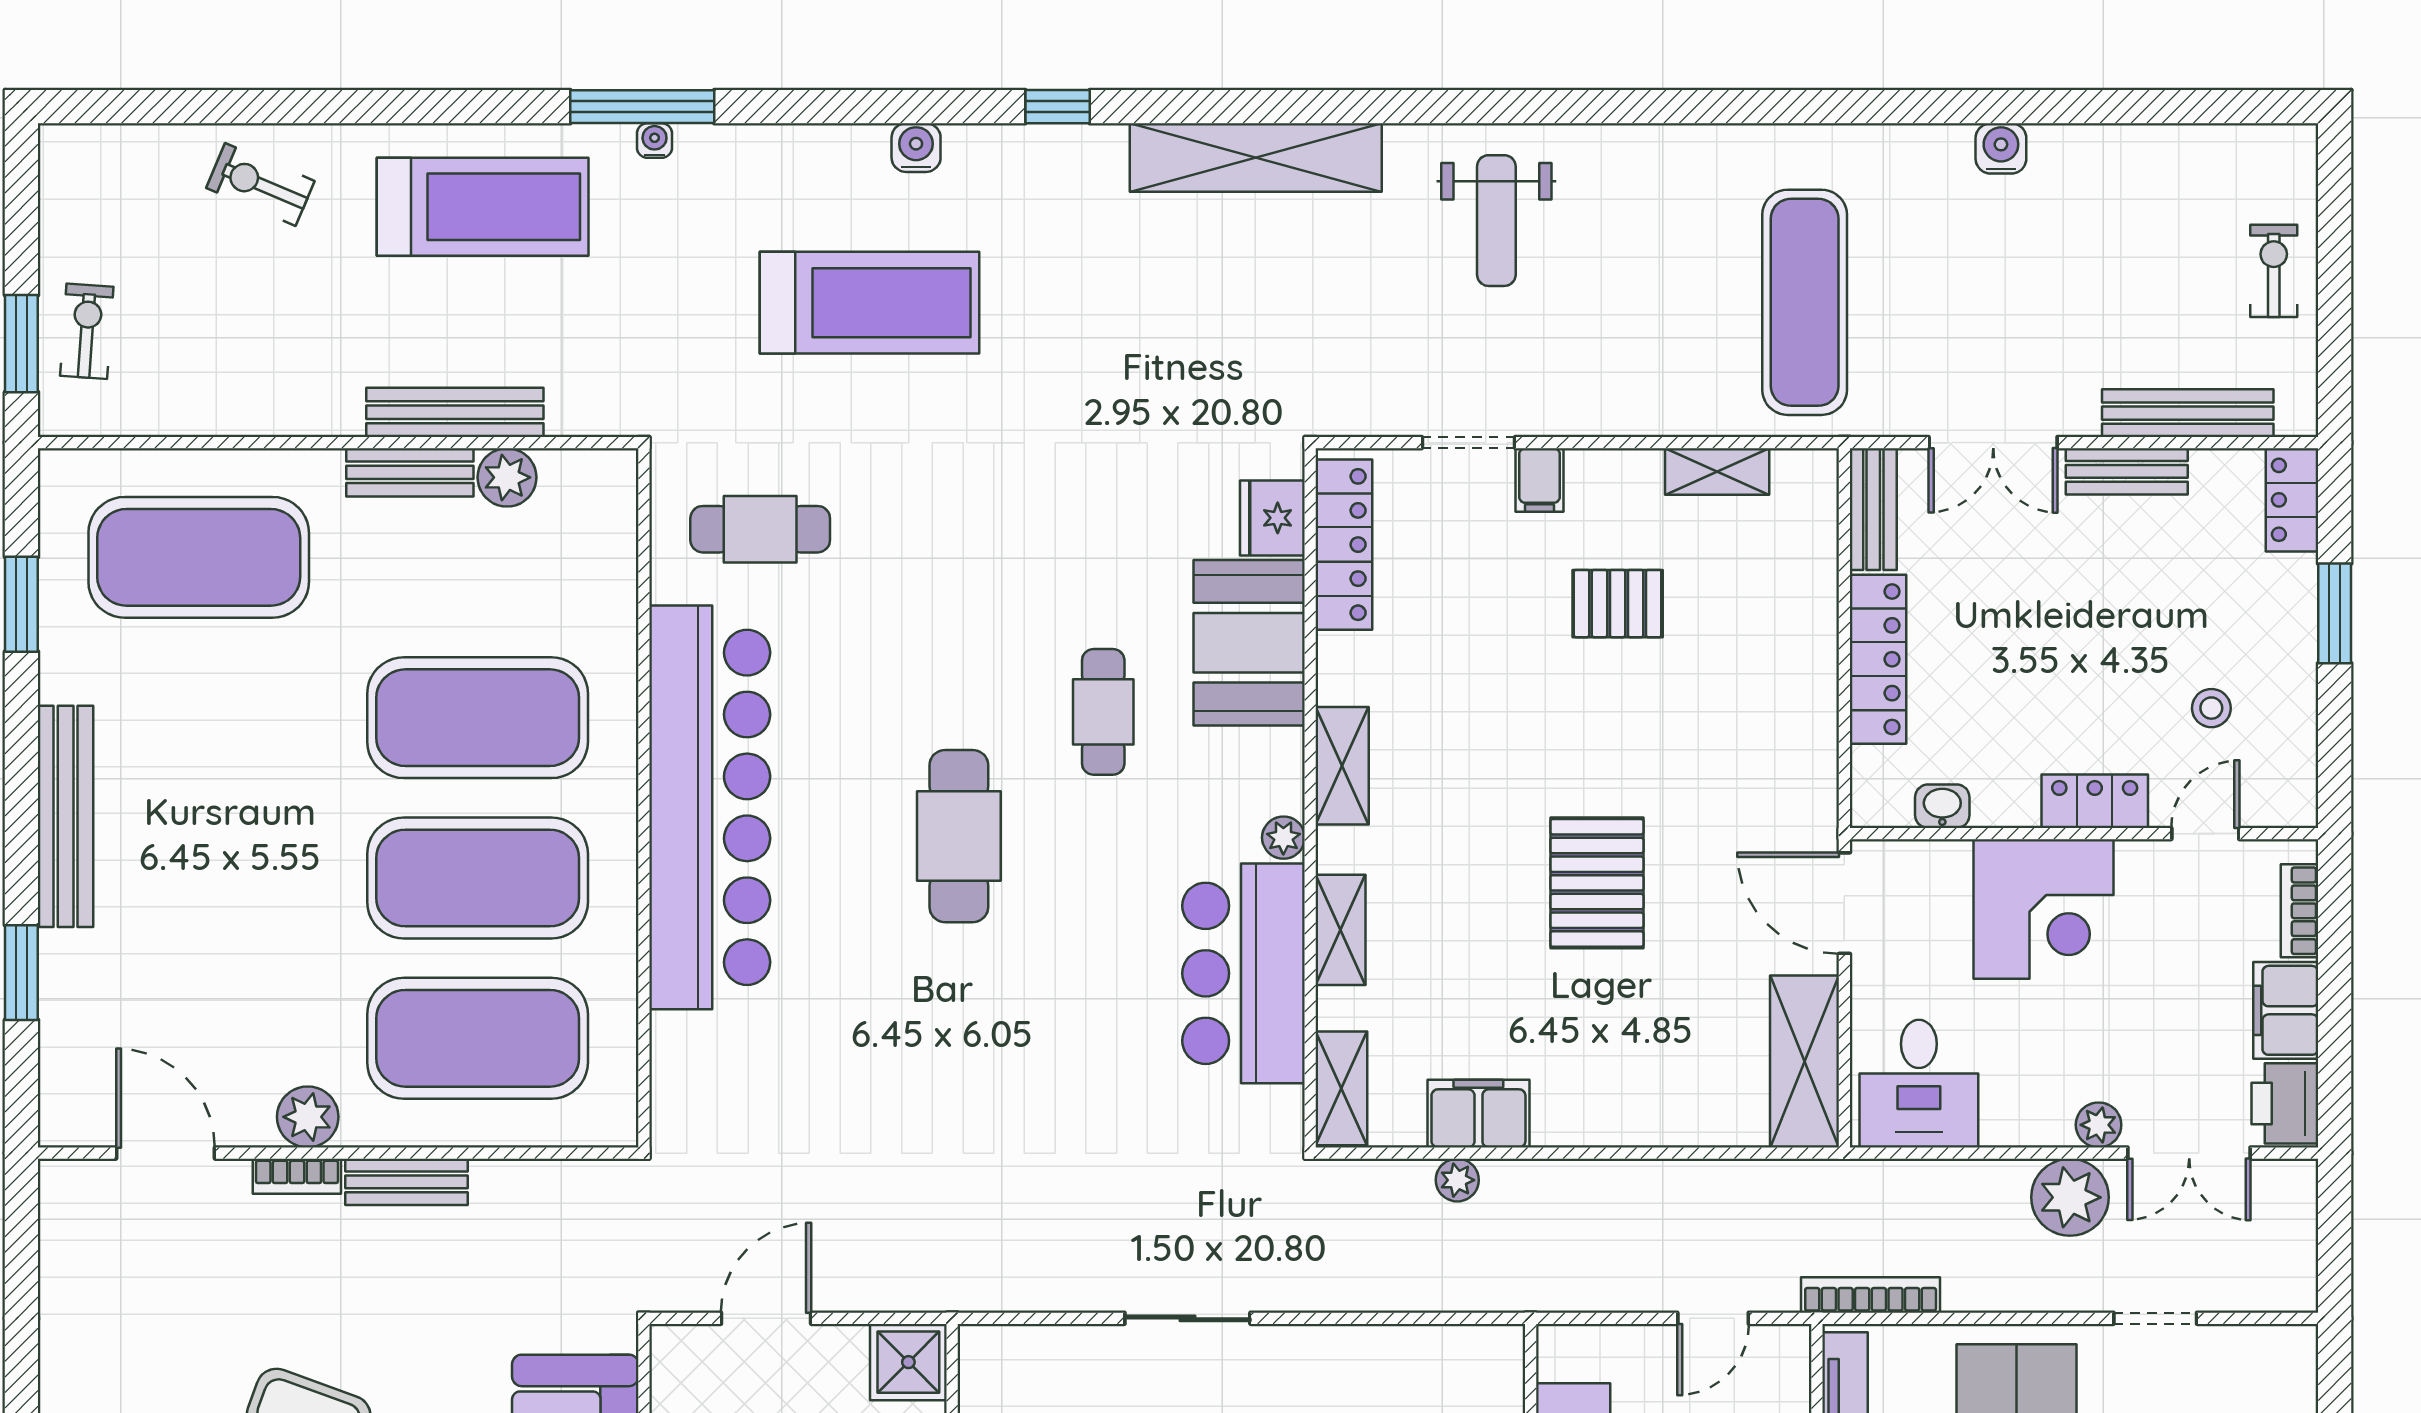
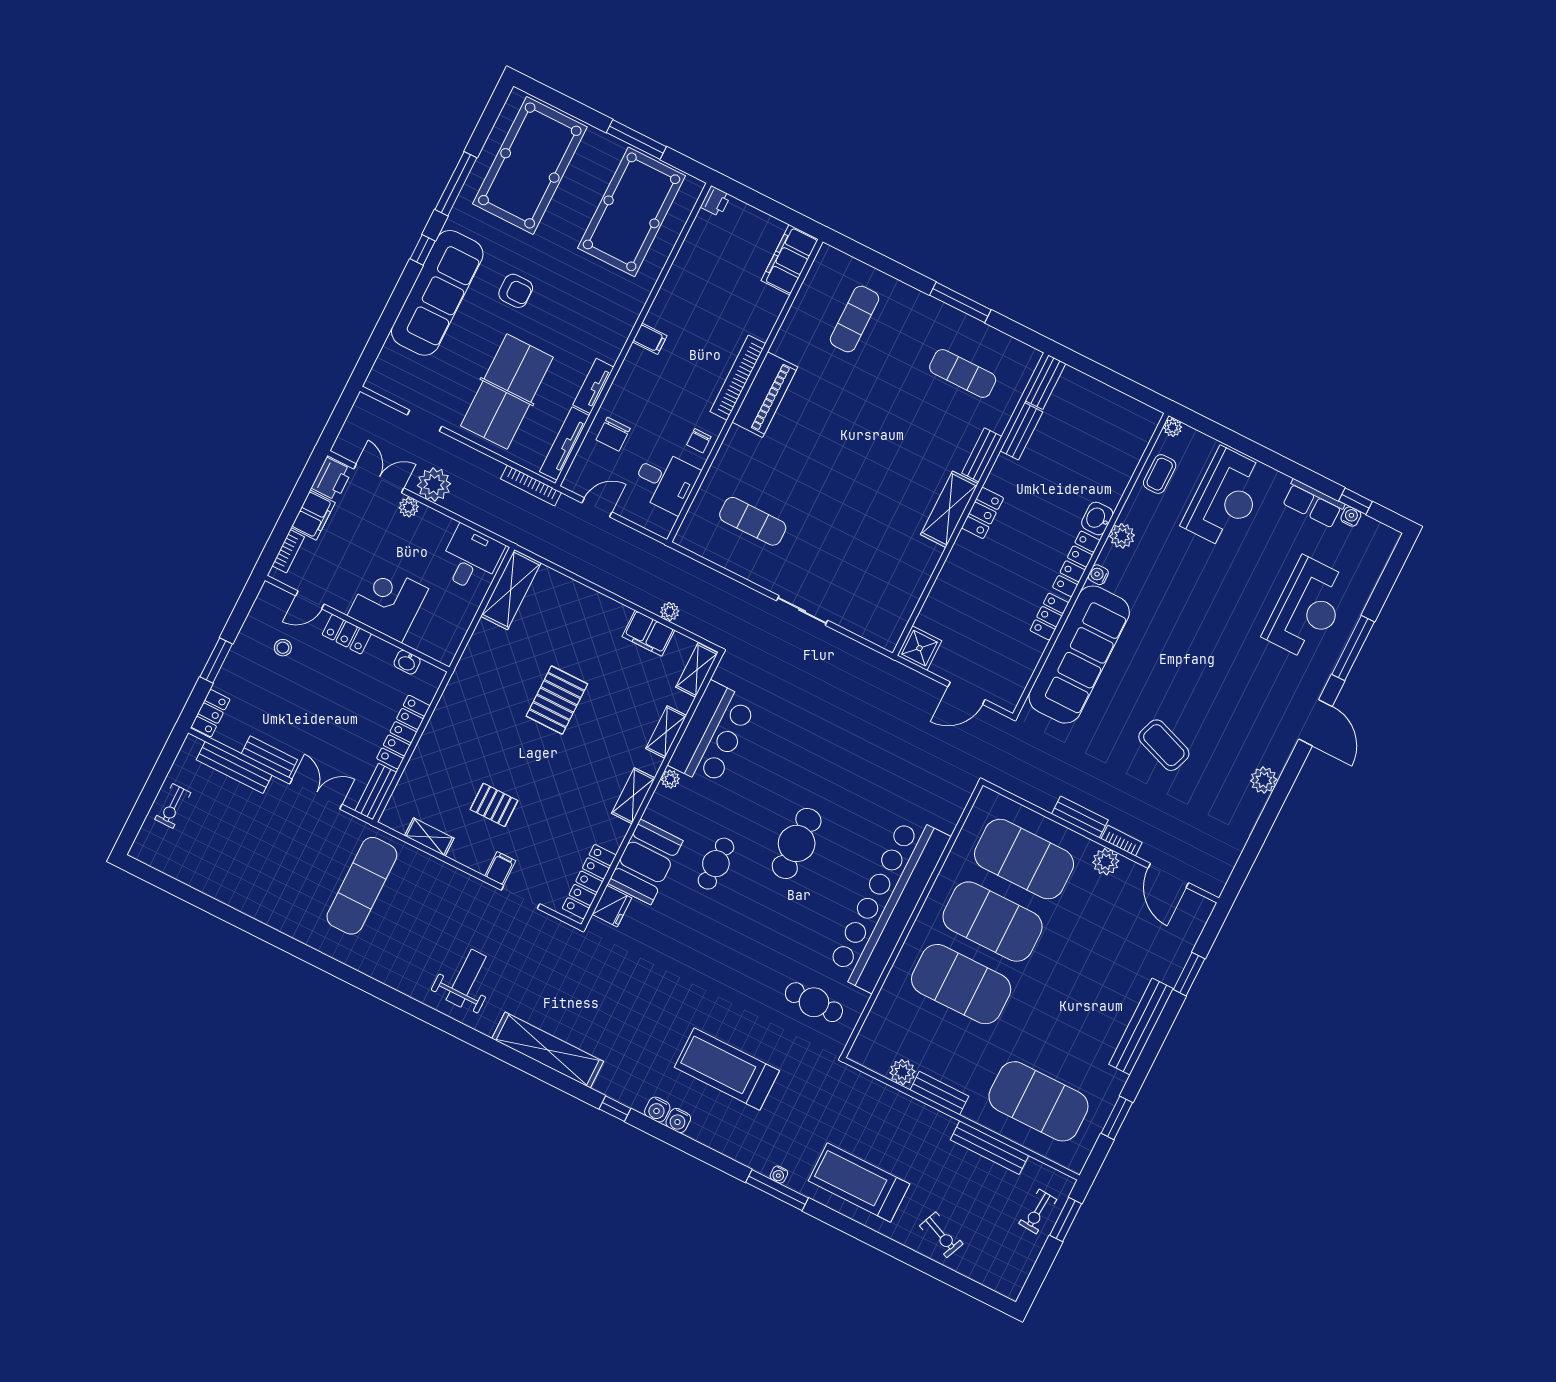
water cooler: (2001, 148) -> (657, 1110), moved
bench: (455, 412) -> (990, 1148), moved
door: (1844, 903) -> (464, 644), removed

